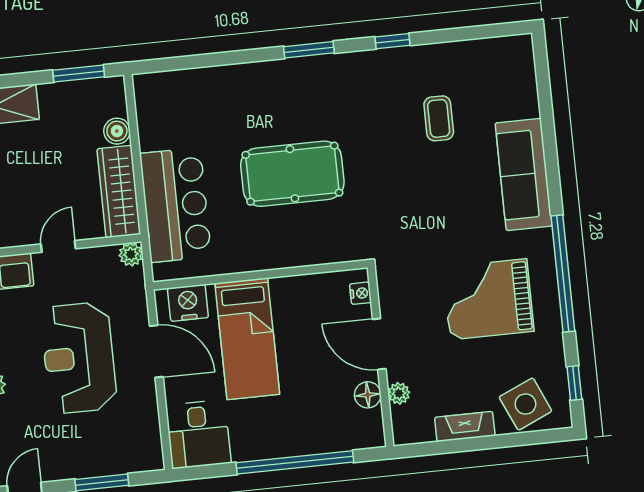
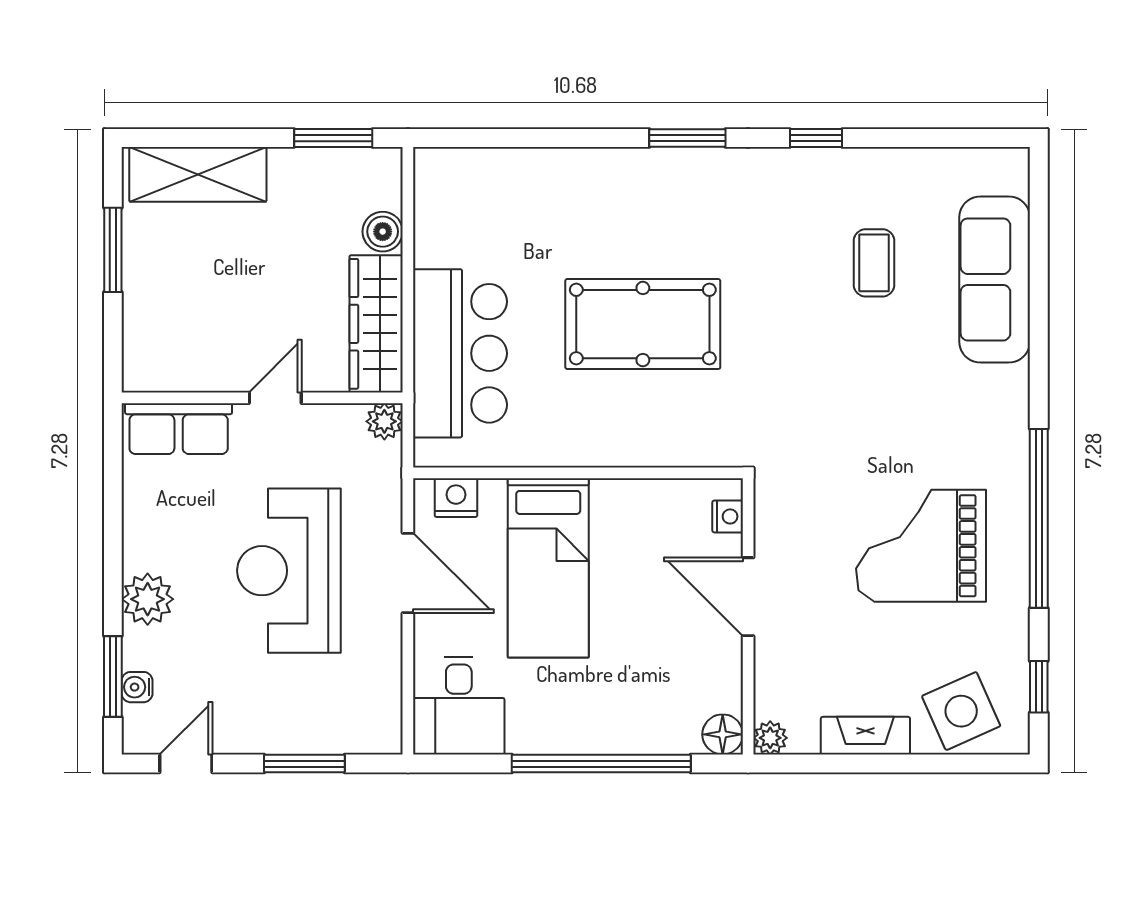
sofa: (524, 174) -> (995, 279), moved
nightstand: (188, 303) -> (456, 498), width x0.74, depth x0.75
plant: (399, 393) -> (770, 738), moved
floor lamp: (368, 395) -> (723, 734), moved

